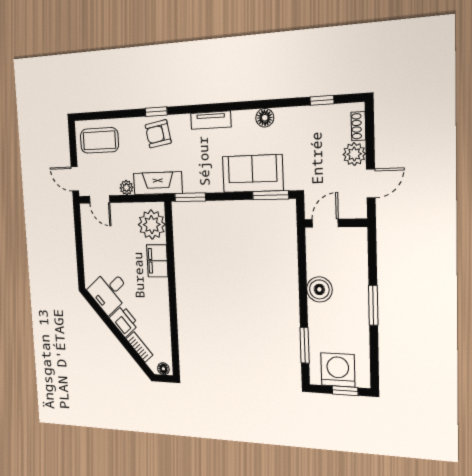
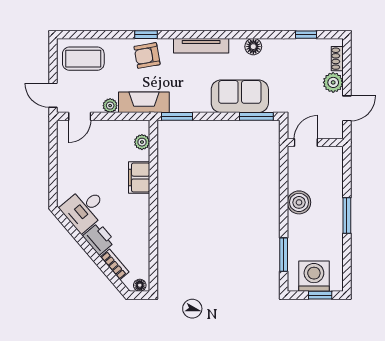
tv unit: (211, 120) -> (201, 46), width x1.41
door: (100, 199) -> (80, 116), hinge flipped
plant: (152, 225) -> (142, 142), width x0.53, depth x0.53

